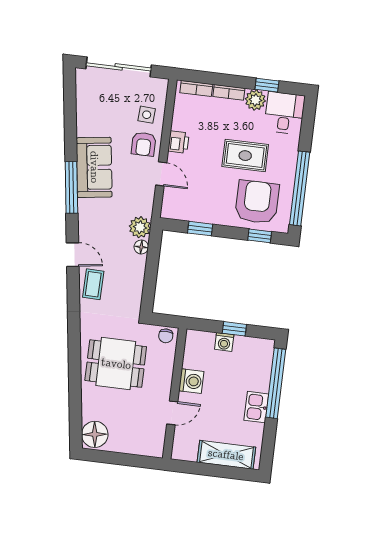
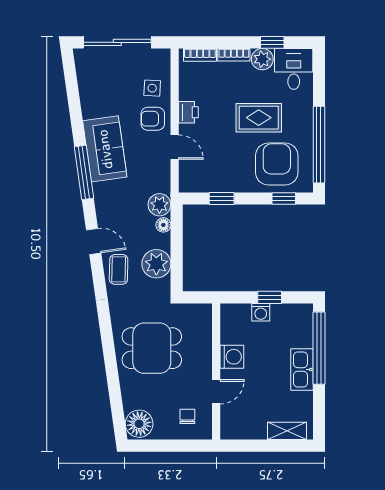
armchair: (144, 144) -> (153, 119), turned 90
plant: (130, 283) -> (156, 264), added
chair: (166, 336) -> (187, 416), moved, turned 180
kitchen sink: (256, 407) -> (302, 369), width x1.38
shelving: (226, 455) -> (287, 431), width x0.67, depth x0.75

